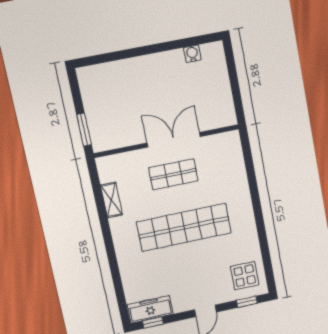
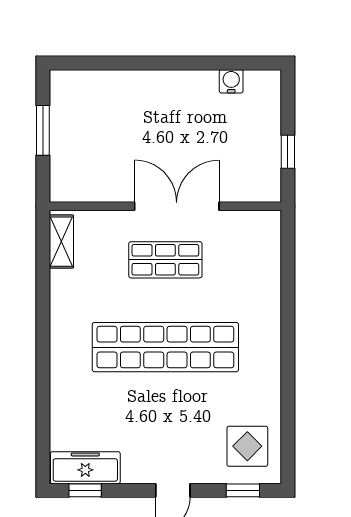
window: (236, 92) -> (288, 152), added
window: (84, 130) -> (43, 130), moved
shelving: (111, 200) -> (61, 242), moved

